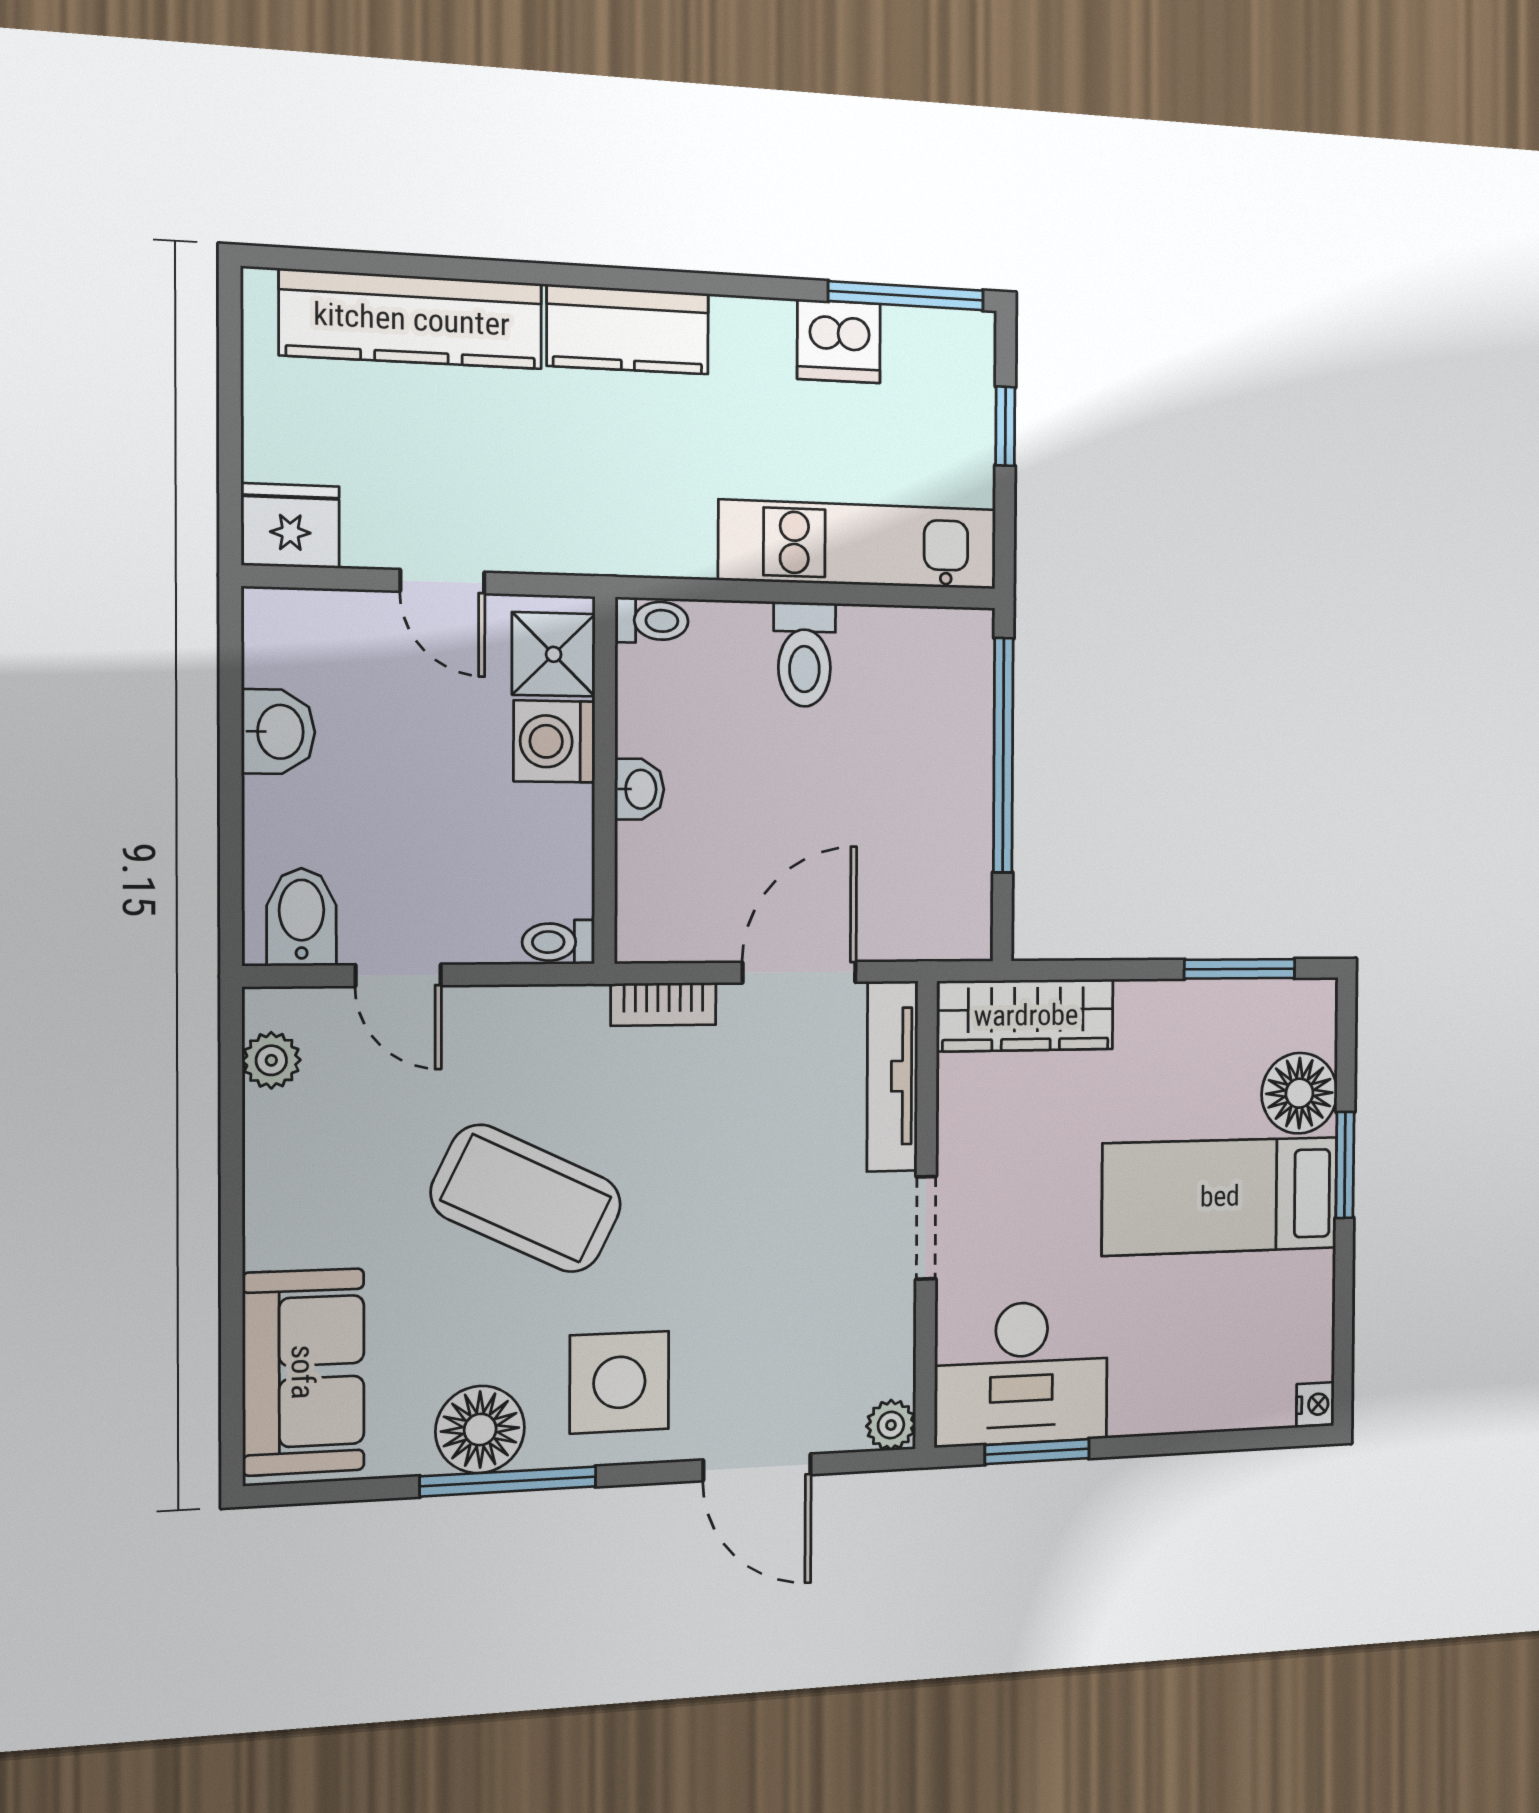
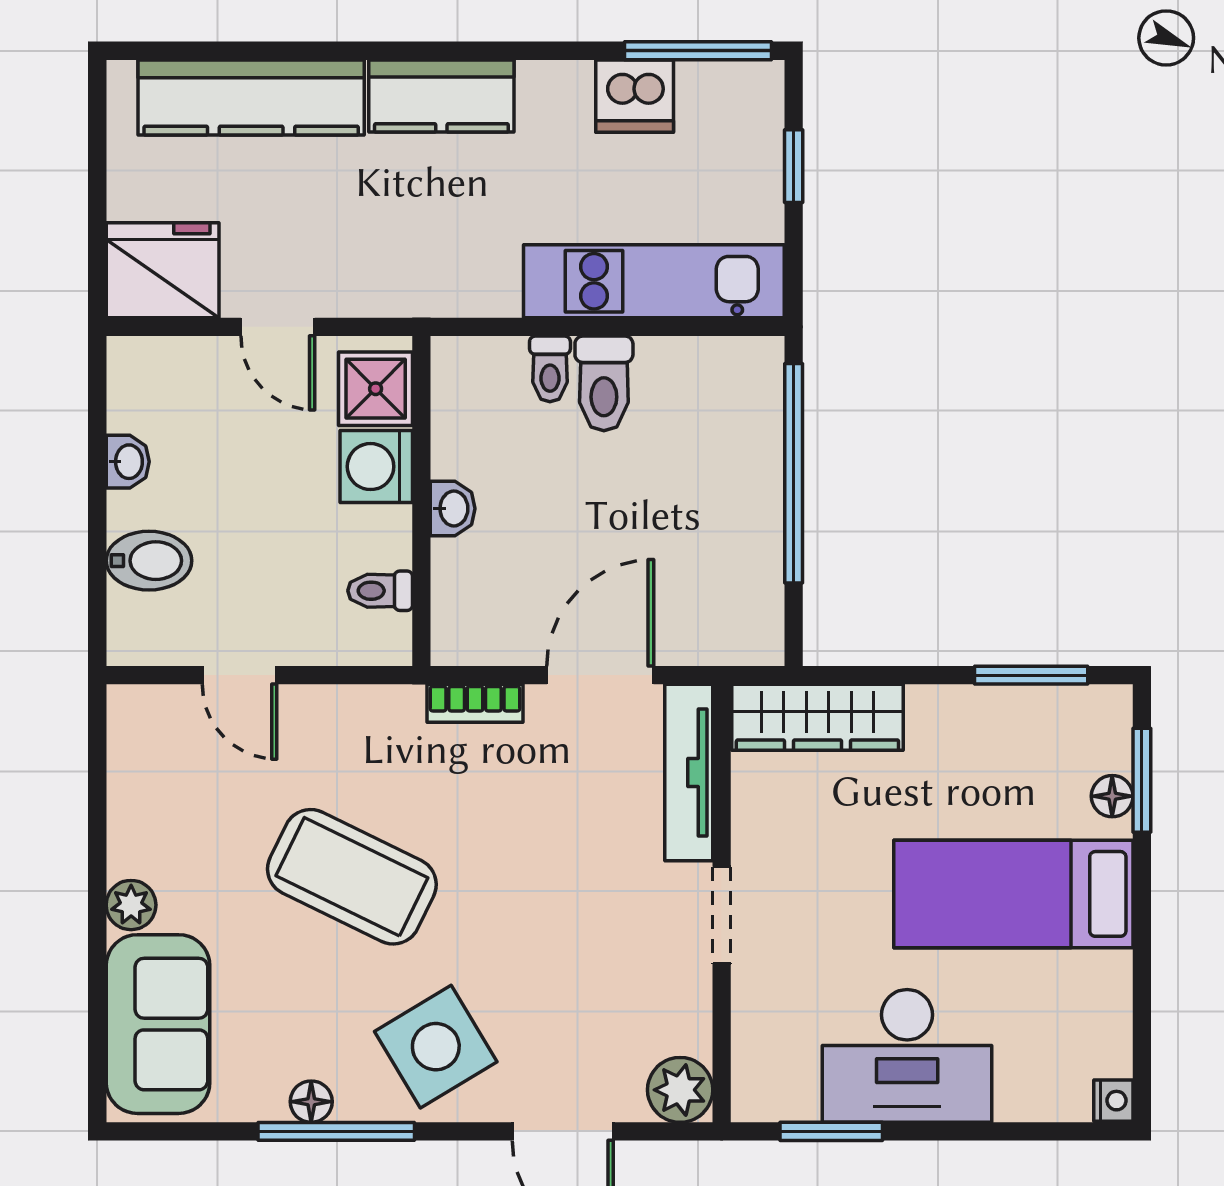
fridge: (290, 526) -> (163, 270), width x1.36, depth x1.34
toilet: (652, 621) -> (550, 369), moved, turned 90
washbasin: (278, 732) -> (128, 462), width x0.72, depth x0.69
bidet: (302, 917) -> (149, 561), moved, turned 90
toilet: (558, 942) -> (380, 591), moved
plant: (271, 1060) -> (131, 905), moved
floor lamp: (1299, 1093) -> (1112, 796), width x0.53, depth x0.53
window: (1345, 1165) -> (1142, 780), moved
desk: (1021, 1373) -> (907, 1056), moved
side table: (619, 1382) -> (436, 1047), turned -31
plant: (891, 1425) -> (680, 1090), width x1.38, depth x1.38
floor lamp: (480, 1430) -> (311, 1102), width x0.53, depth x0.53

